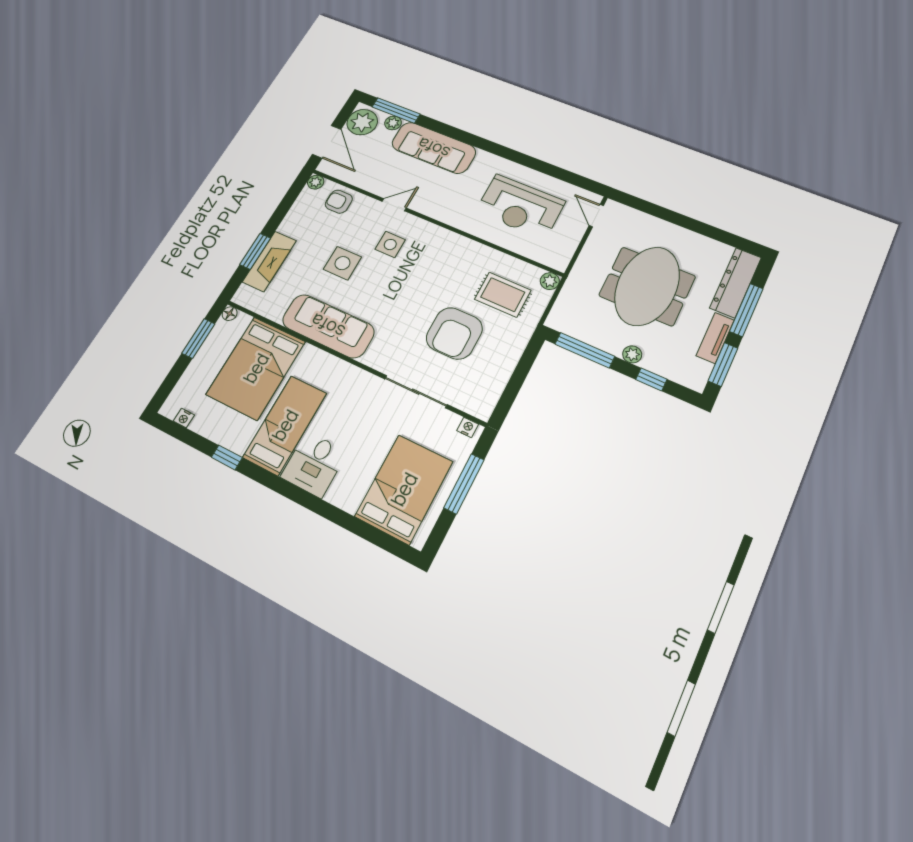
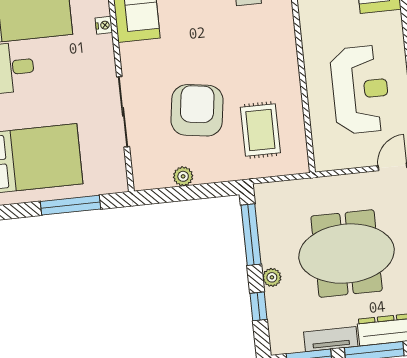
reception desk: (520, 206) -> (360, 90), turned 180
plant: (550, 281) -> (183, 176), moved
armchair: (454, 333) -> (197, 110), turned 98
nightstand: (468, 427) -> (104, 25), moved

